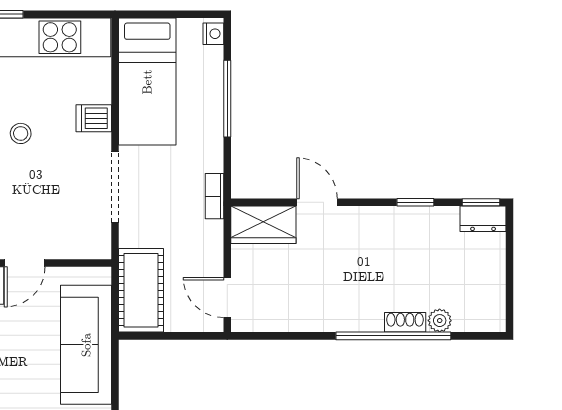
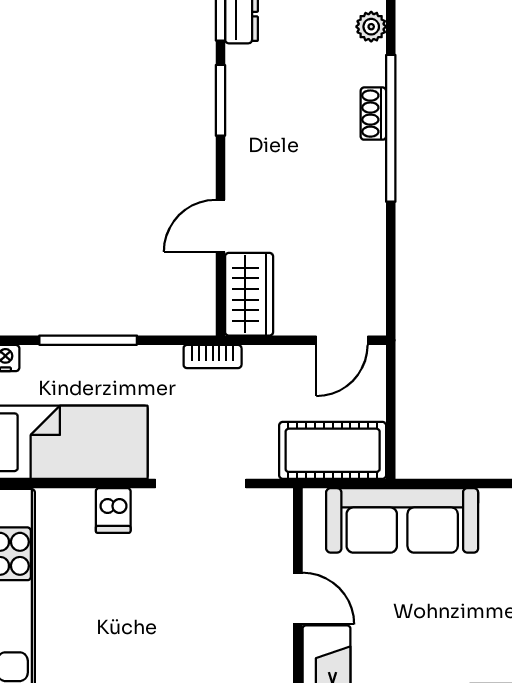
stool: (21, 133) -> (133, 604), removed
window: (415, 202) -> (220, 100), width x1.50
plant: (440, 321) -> (371, 27), moved

